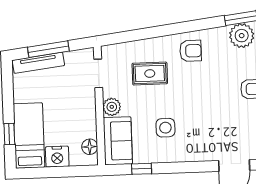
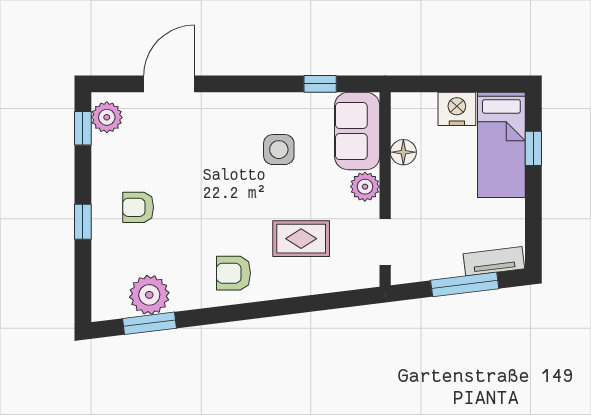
tv unit: (38, 63) -> (494, 261), width x0.71
floor lamp: (90, 147) -> (403, 152), moved

